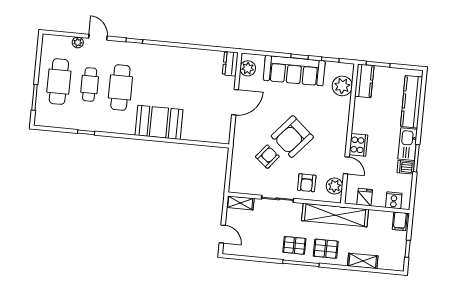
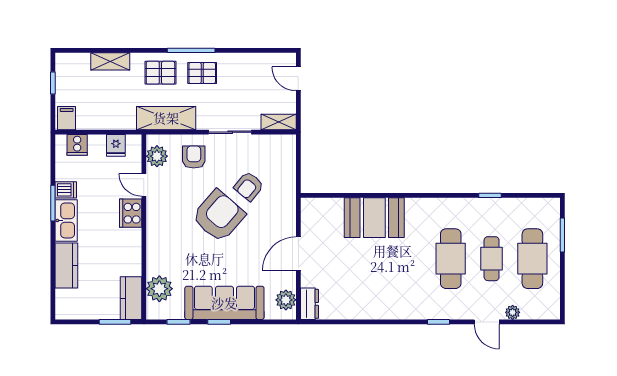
kitchen counter: (411, 102) -> (66, 265), width x0.67
booth: (159, 122) -> (374, 218), moved
shelving: (335, 215) -> (166, 118), width x0.68

